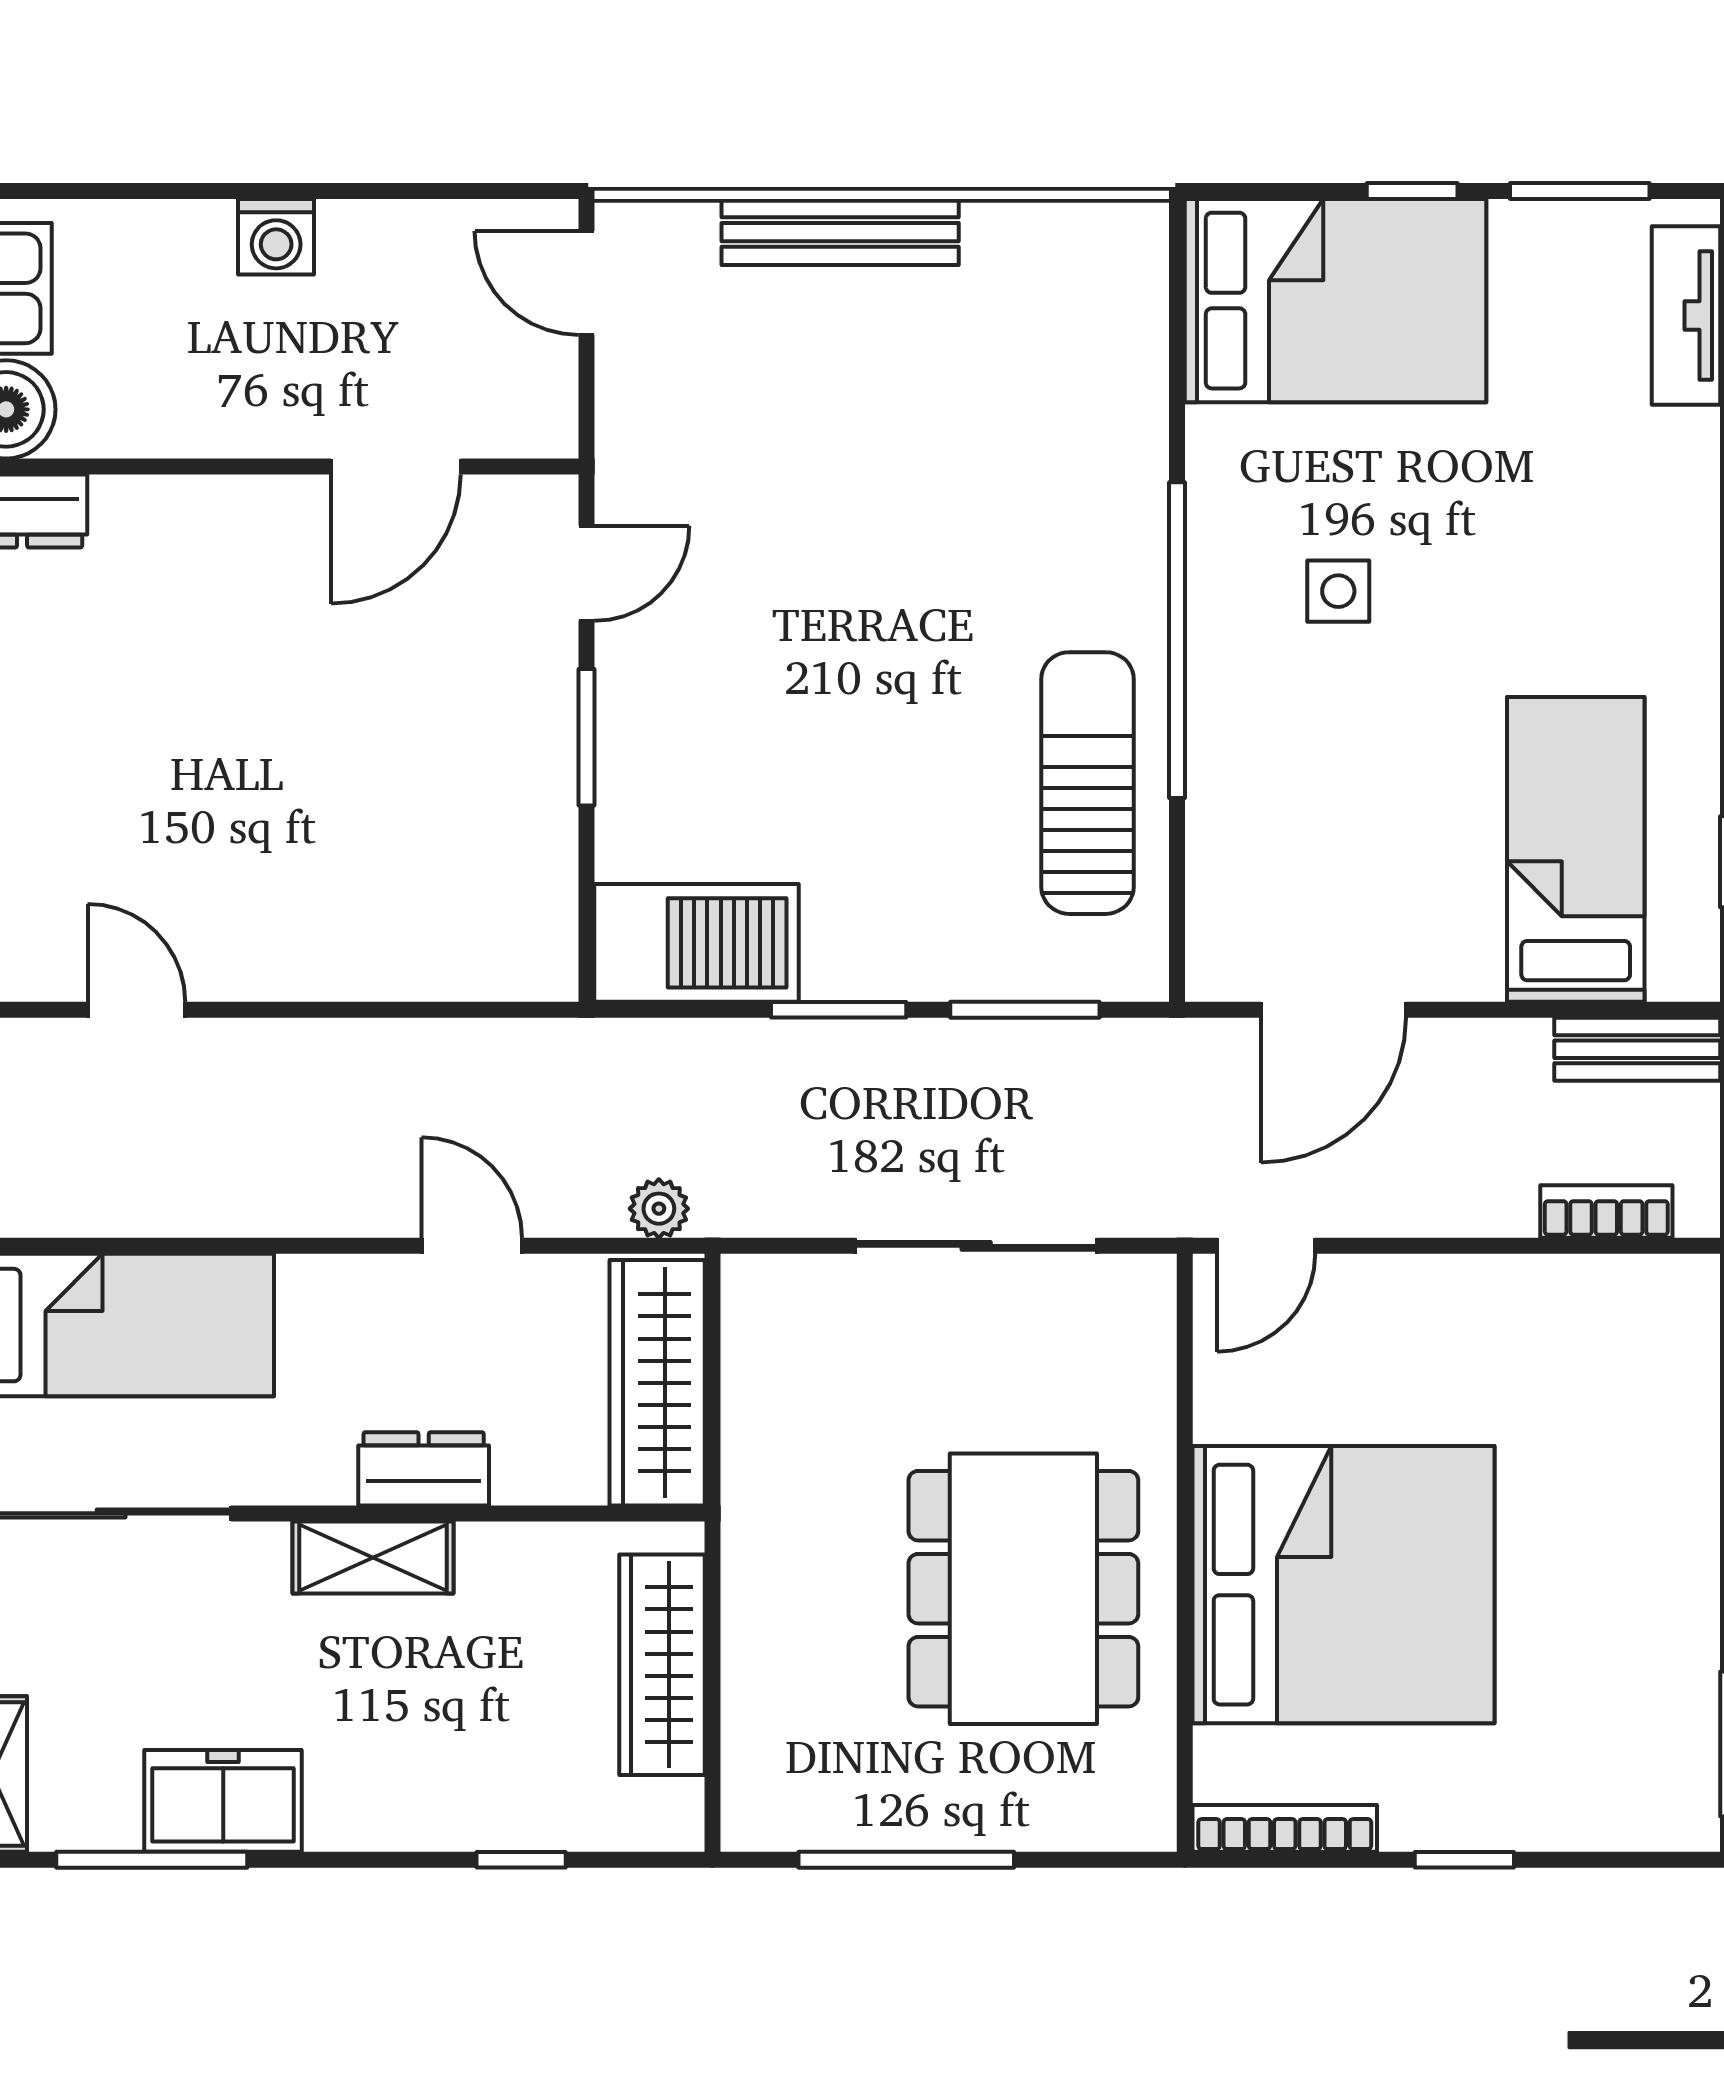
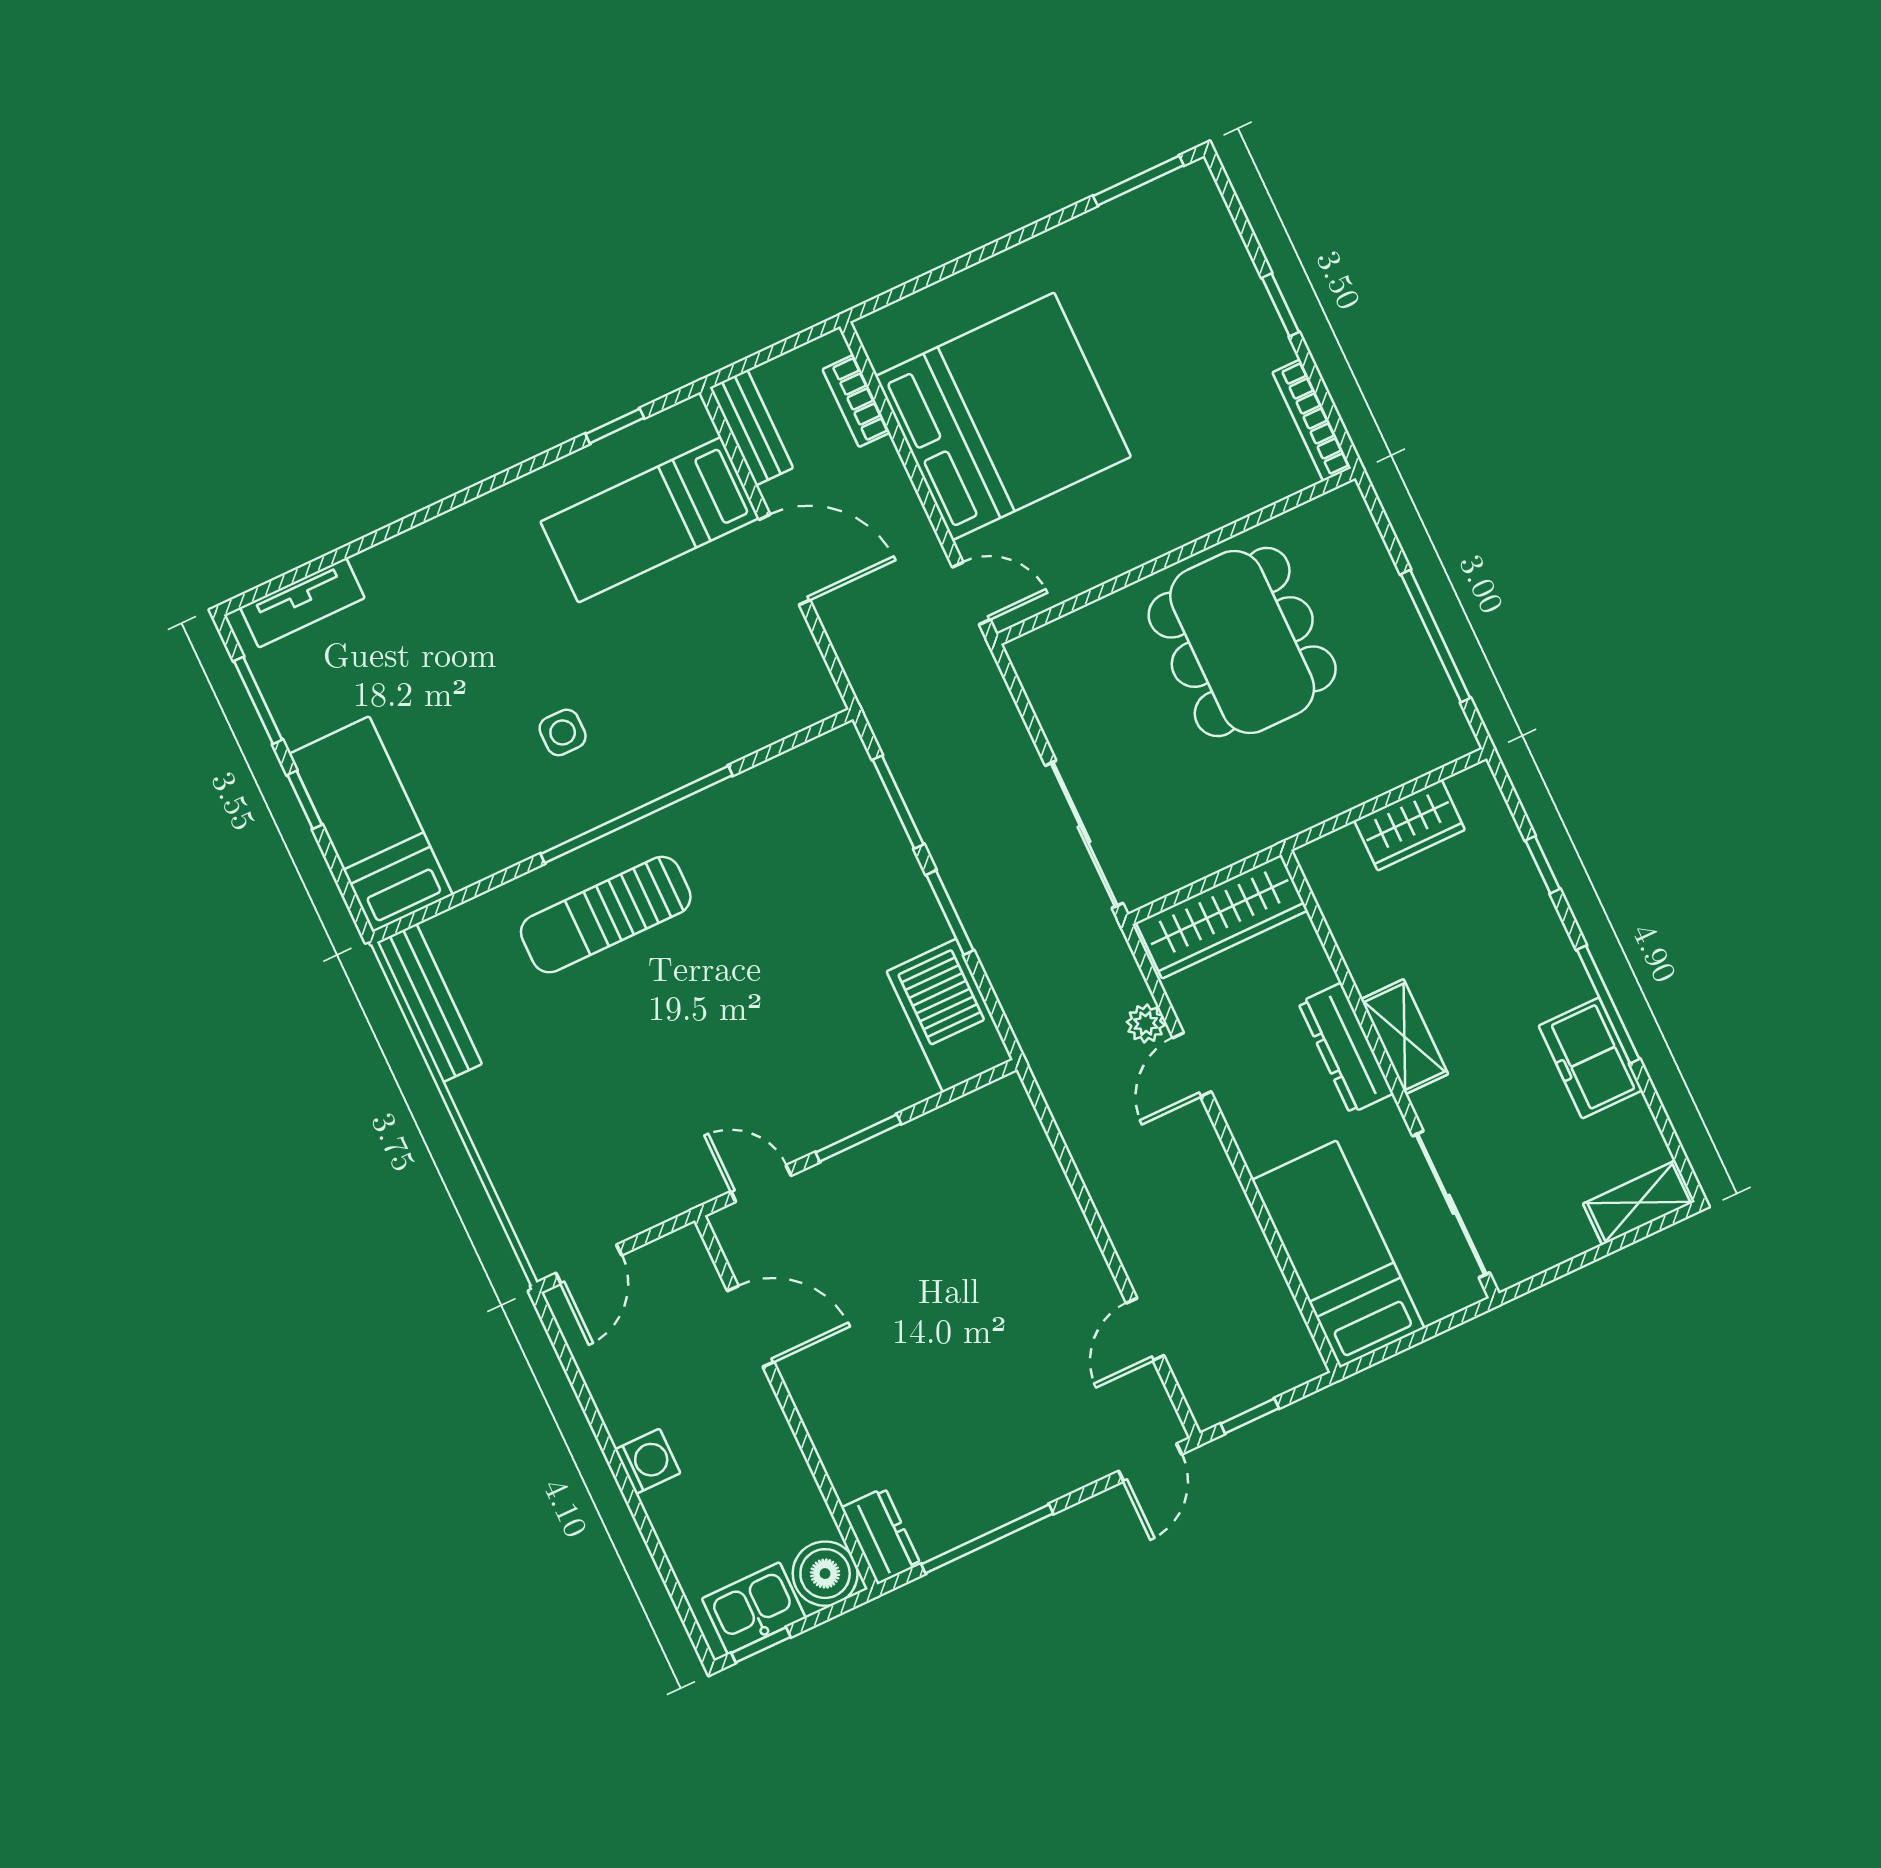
bench: (840, 232) -> (429, 1003), moved
bed: (1336, 301) -> (371, 824), width x0.67
sun lounger: (1087, 783) -> (606, 915), moved
door: (1333, 1010) -> (785, 560), moved
plant: (659, 1209) -> (1146, 1023), moved
sliding door: (976, 1246) -> (1084, 834), moved
dresser: (424, 1469) -> (1346, 1048), width x1.44
bed: (1343, 1585) -> (1003, 416), moved, turned 90
dining table: (1023, 1589) -> (1242, 642), turned 90
wardrobe: (662, 1665) -> (1410, 825), width x0.67
window: (152, 1860) -> (1608, 1004), moved

